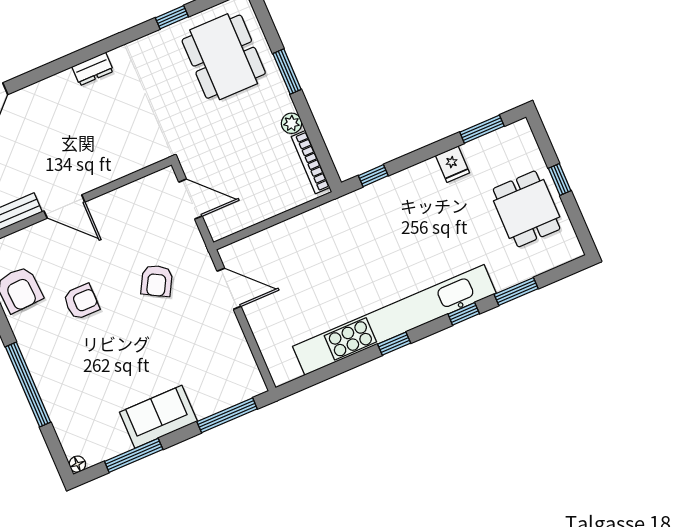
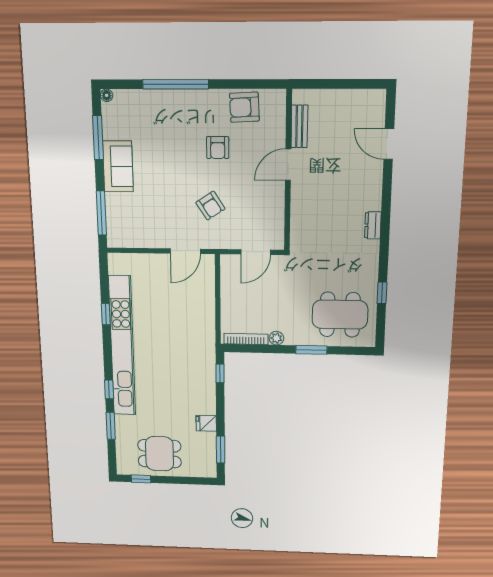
window: (560, 179) -> (141, 479), moved
armchair: (157, 281) -> (210, 206), turned -152
window: (394, 344) -> (106, 314), moved

